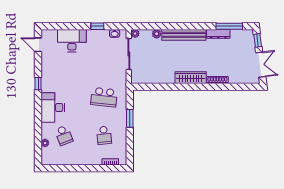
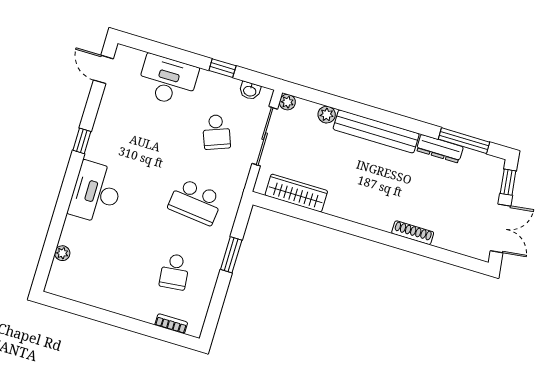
wardrobe: (191, 78) -> (296, 193), moved
school desk: (64, 135) -> (216, 132), moved

